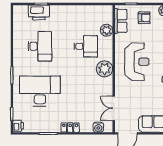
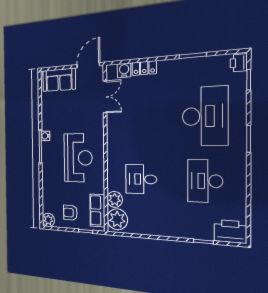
printer: (39, 12) -> (230, 231), moved
reception desk: (137, 62) -> (78, 158), turned 180
plant: (105, 69) -> (117, 219), moved
desk: (40, 91) -> (205, 116), turned -90
locker: (70, 128) -> (144, 68), moved

